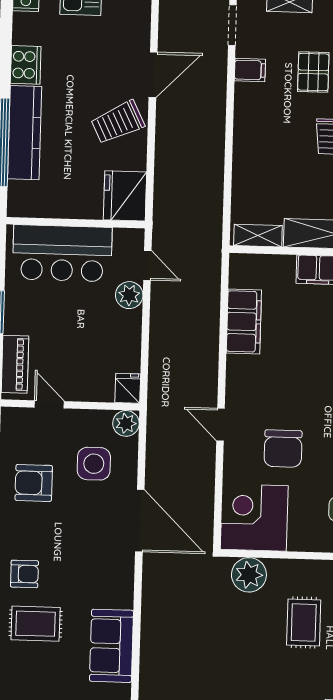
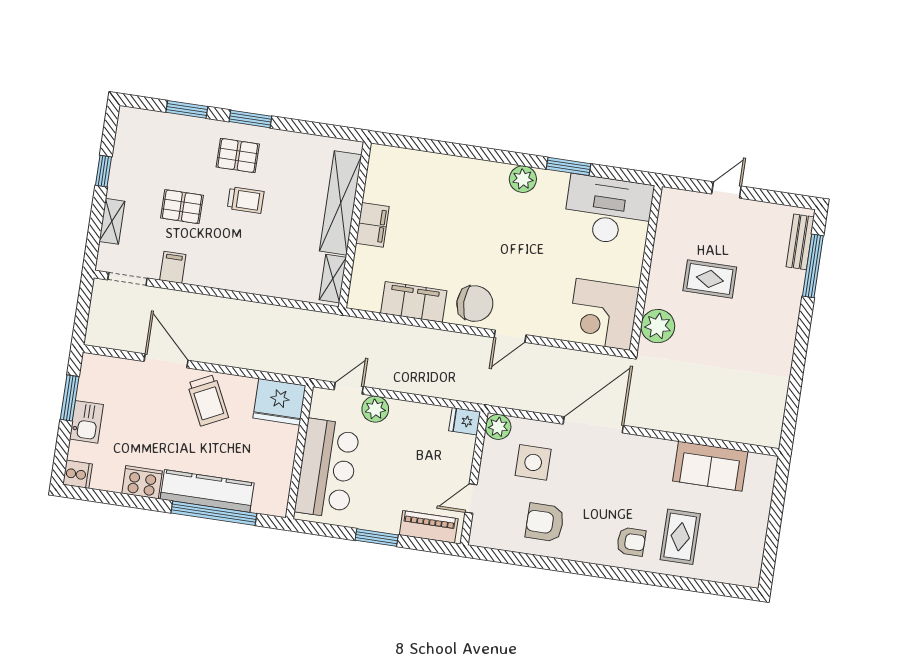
chair: (283, 449) -> (475, 304), moved
armchair: (34, 483) -> (545, 522), turned 90
armchair: (24, 574) -> (631, 542), turned 90

